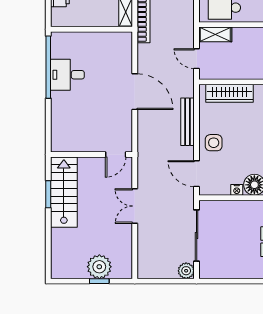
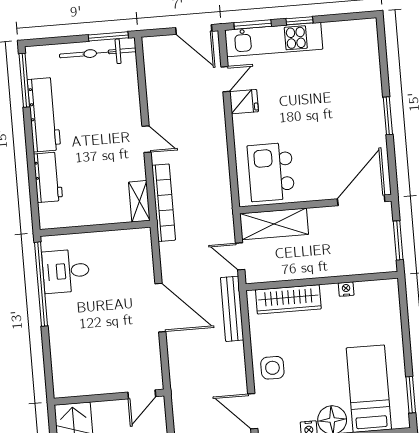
shelving: (215, 34) -> (274, 224), width x1.50, depth x1.33
desk: (67, 75) -> (66, 271), moved
bench: (188, 122) -> (232, 309), moved

